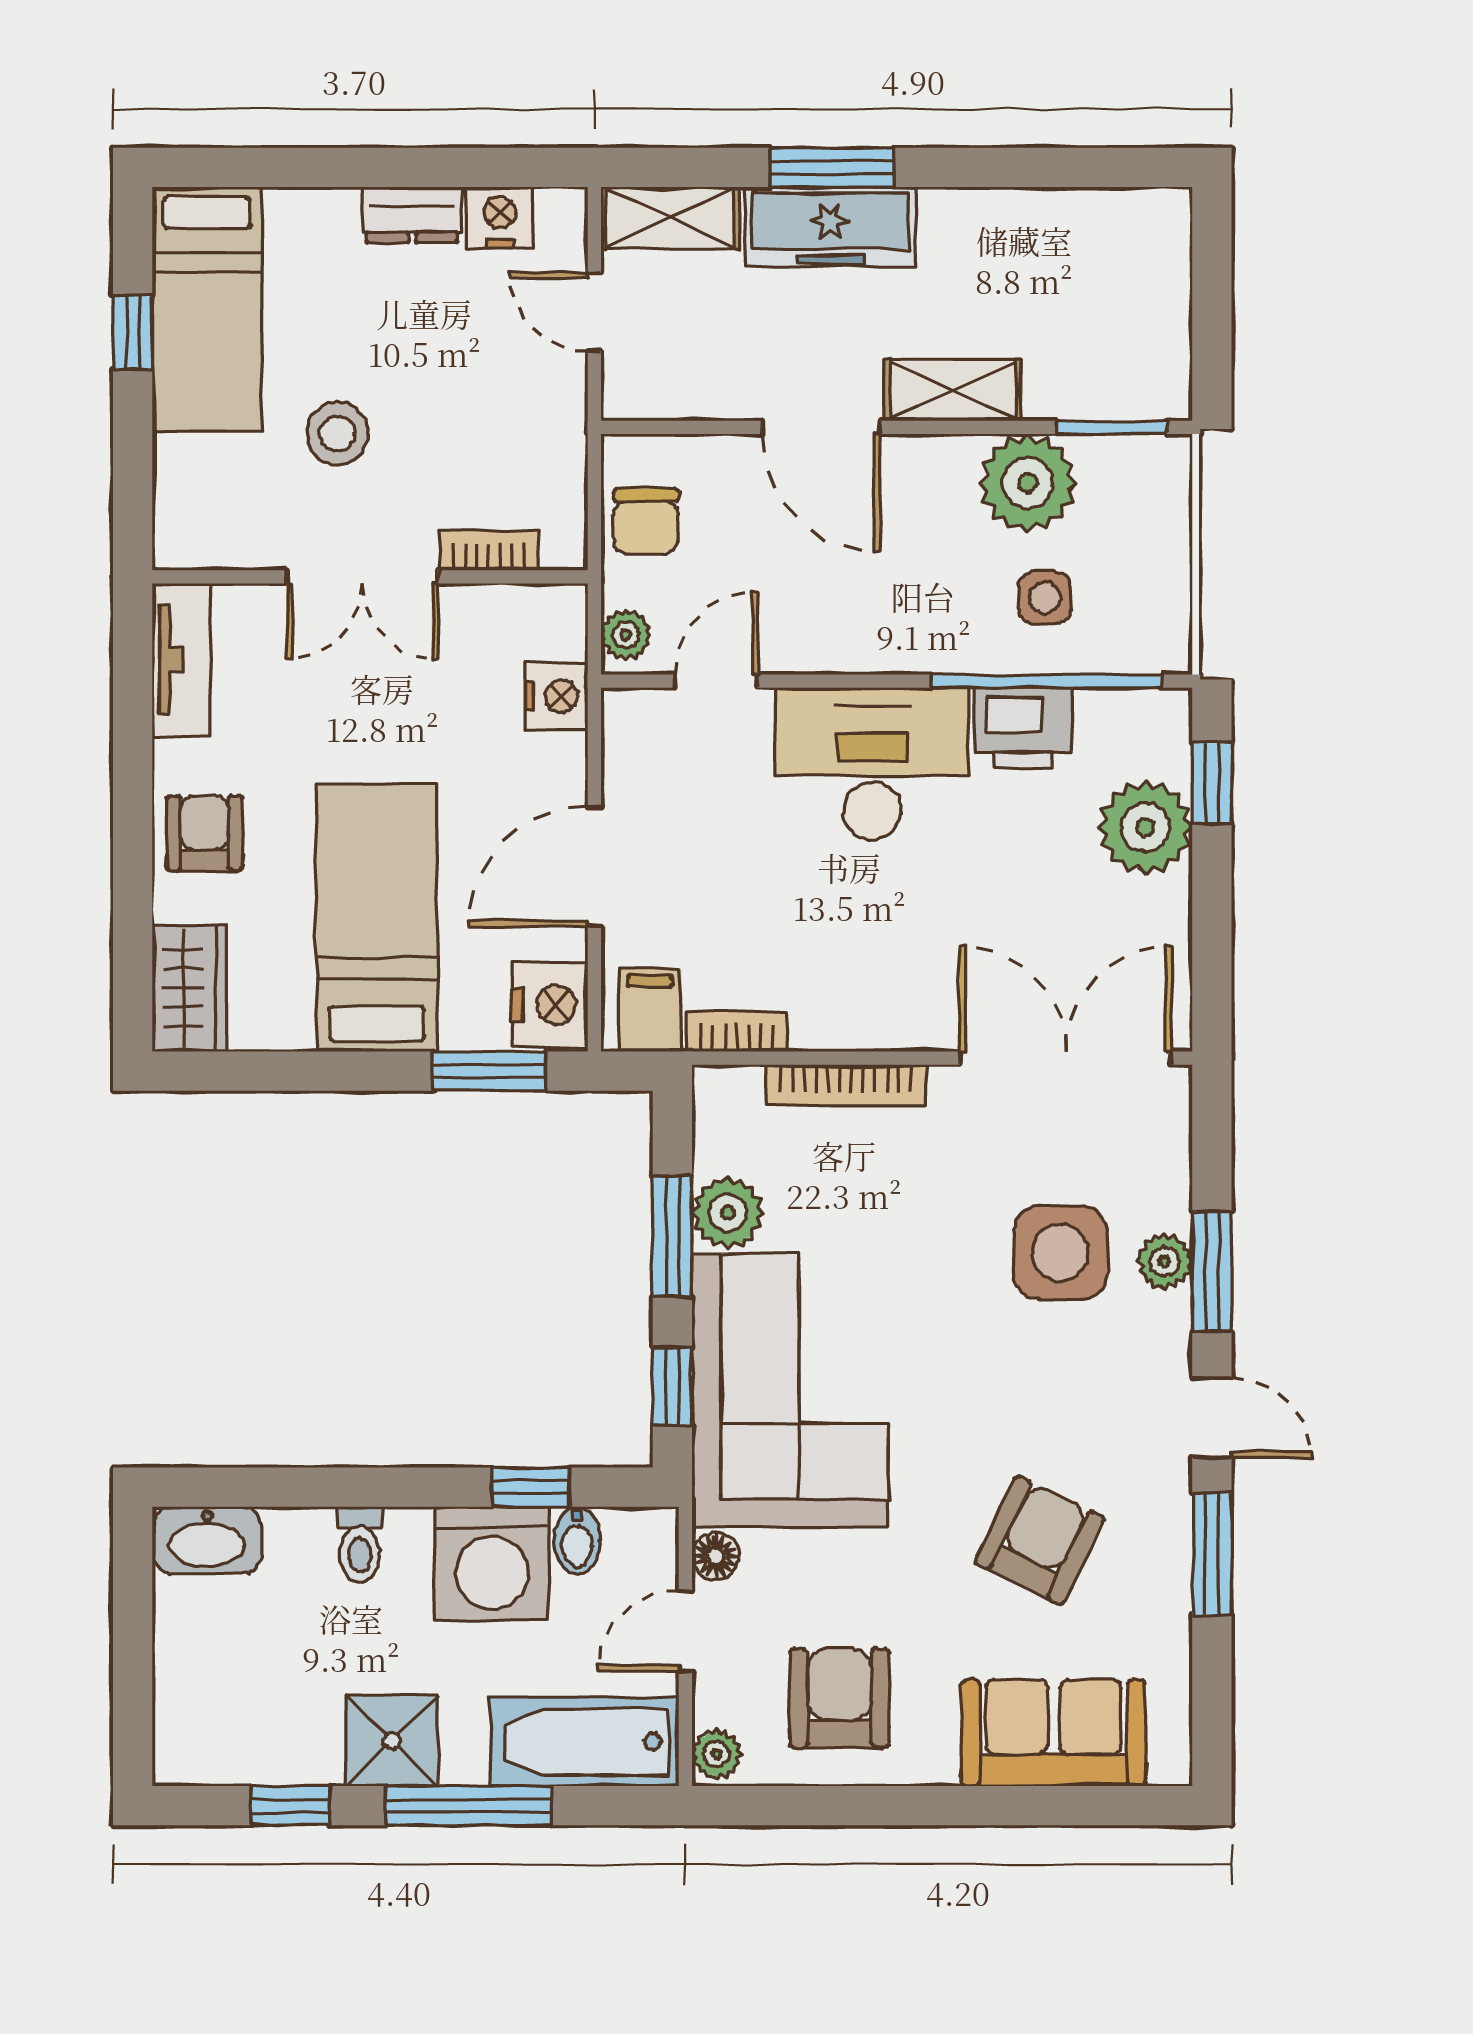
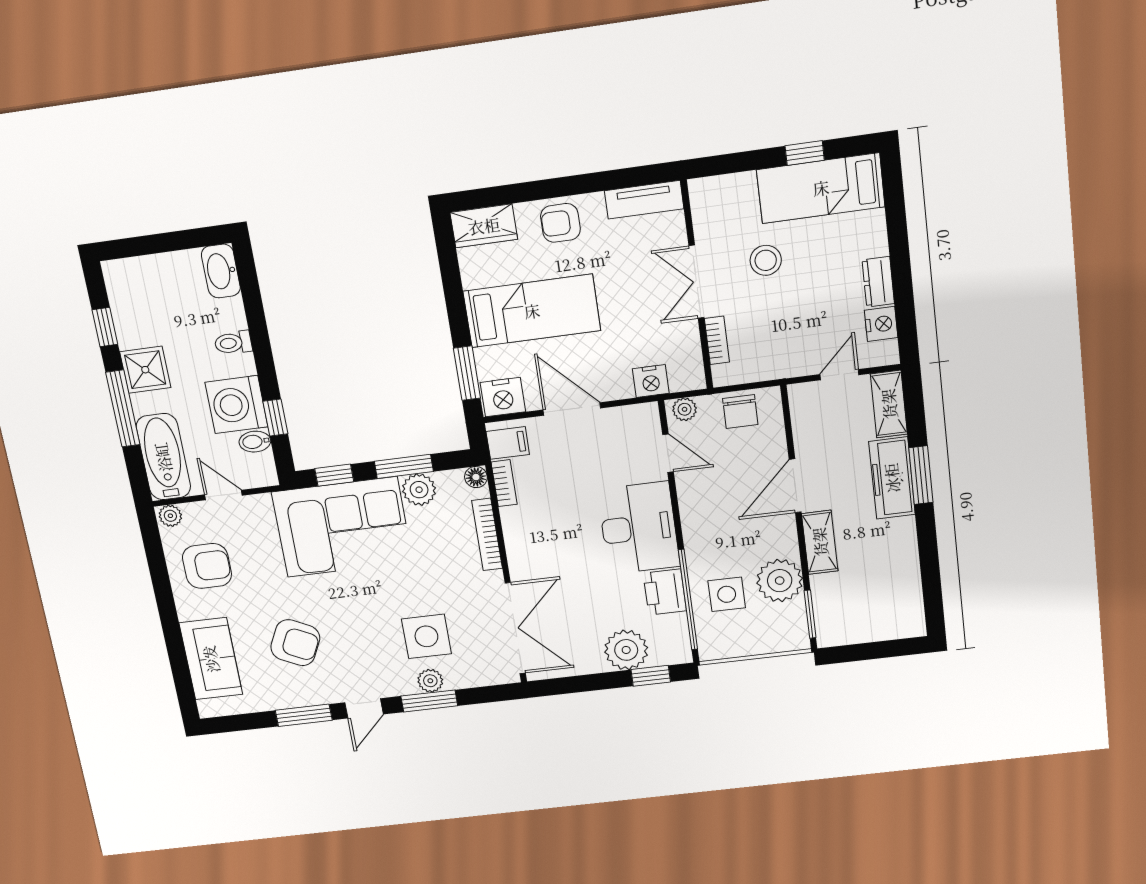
chair: (646, 521) -> (740, 412), turned -90
side table: (1045, 598) -> (727, 594), width x1.37, depth x1.37
armchair: (205, 833) -> (560, 223), turned 180
floor lamp: (716, 1556) -> (476, 477), moved

